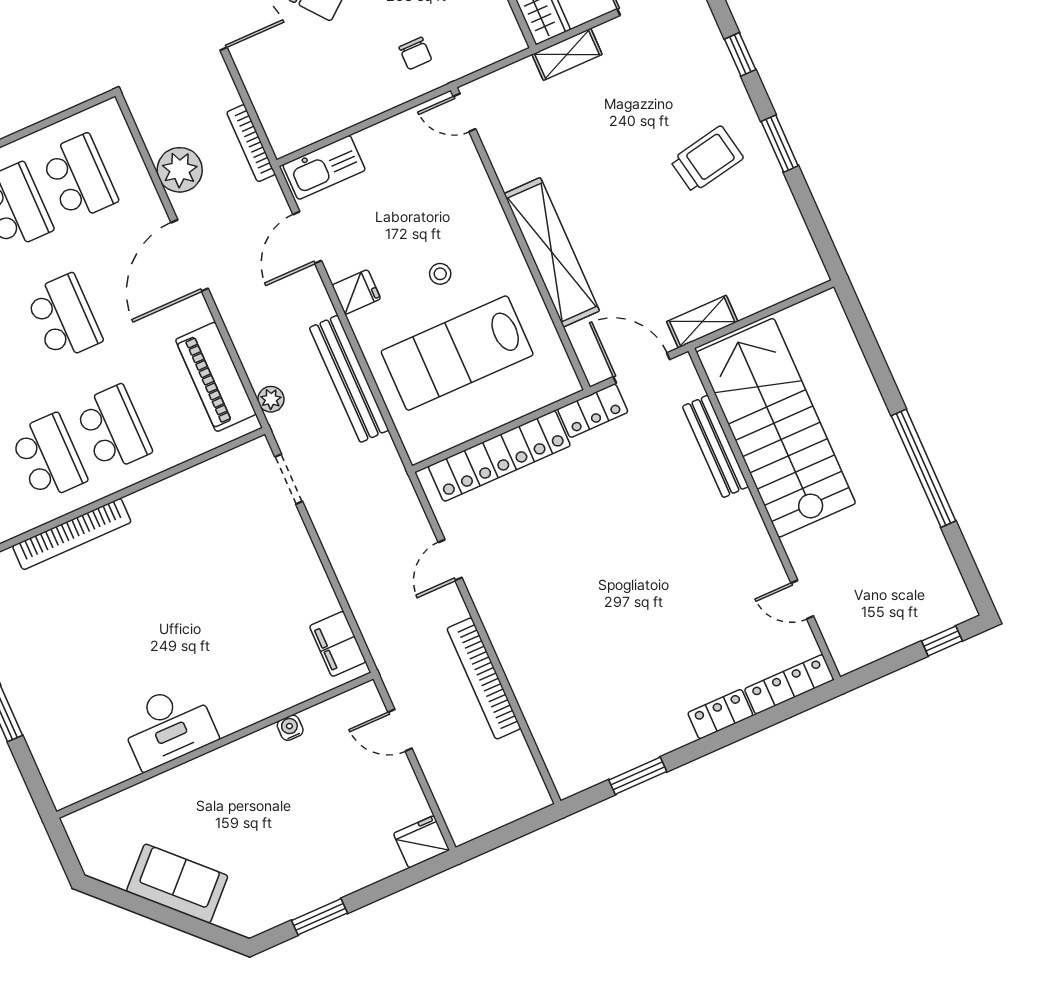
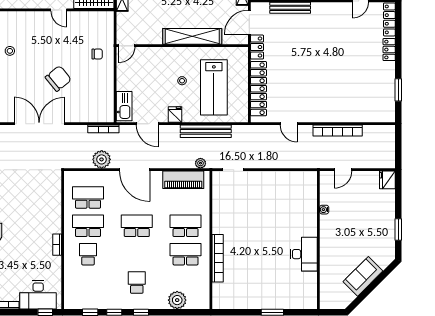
filing cabinet: (338, 644) -> (301, 178), removed

